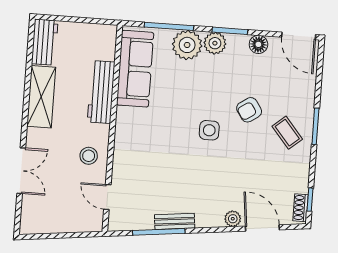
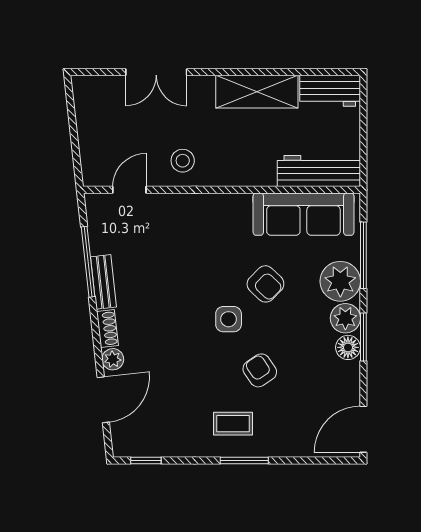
floor lamp: (258, 44) -> (348, 347), moved
workbench: (101, 92) -> (319, 171), moved
armchair: (185, 101) -> (265, 284), added
coffee table: (287, 133) -> (233, 424), turned 40
shoe rack: (300, 208) -> (107, 329), moved, turned 84

